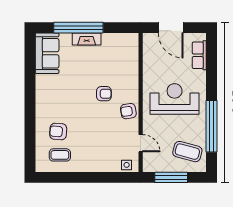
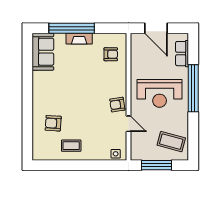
armchair: (104, 94) -> (111, 54), moved
reception desk: (175, 99) -> (160, 93), turned 180
window: (211, 126) -> (193, 88), moved
door: (141, 143) -> (129, 124), moved
coffee table: (60, 155) -> (71, 146), moved

